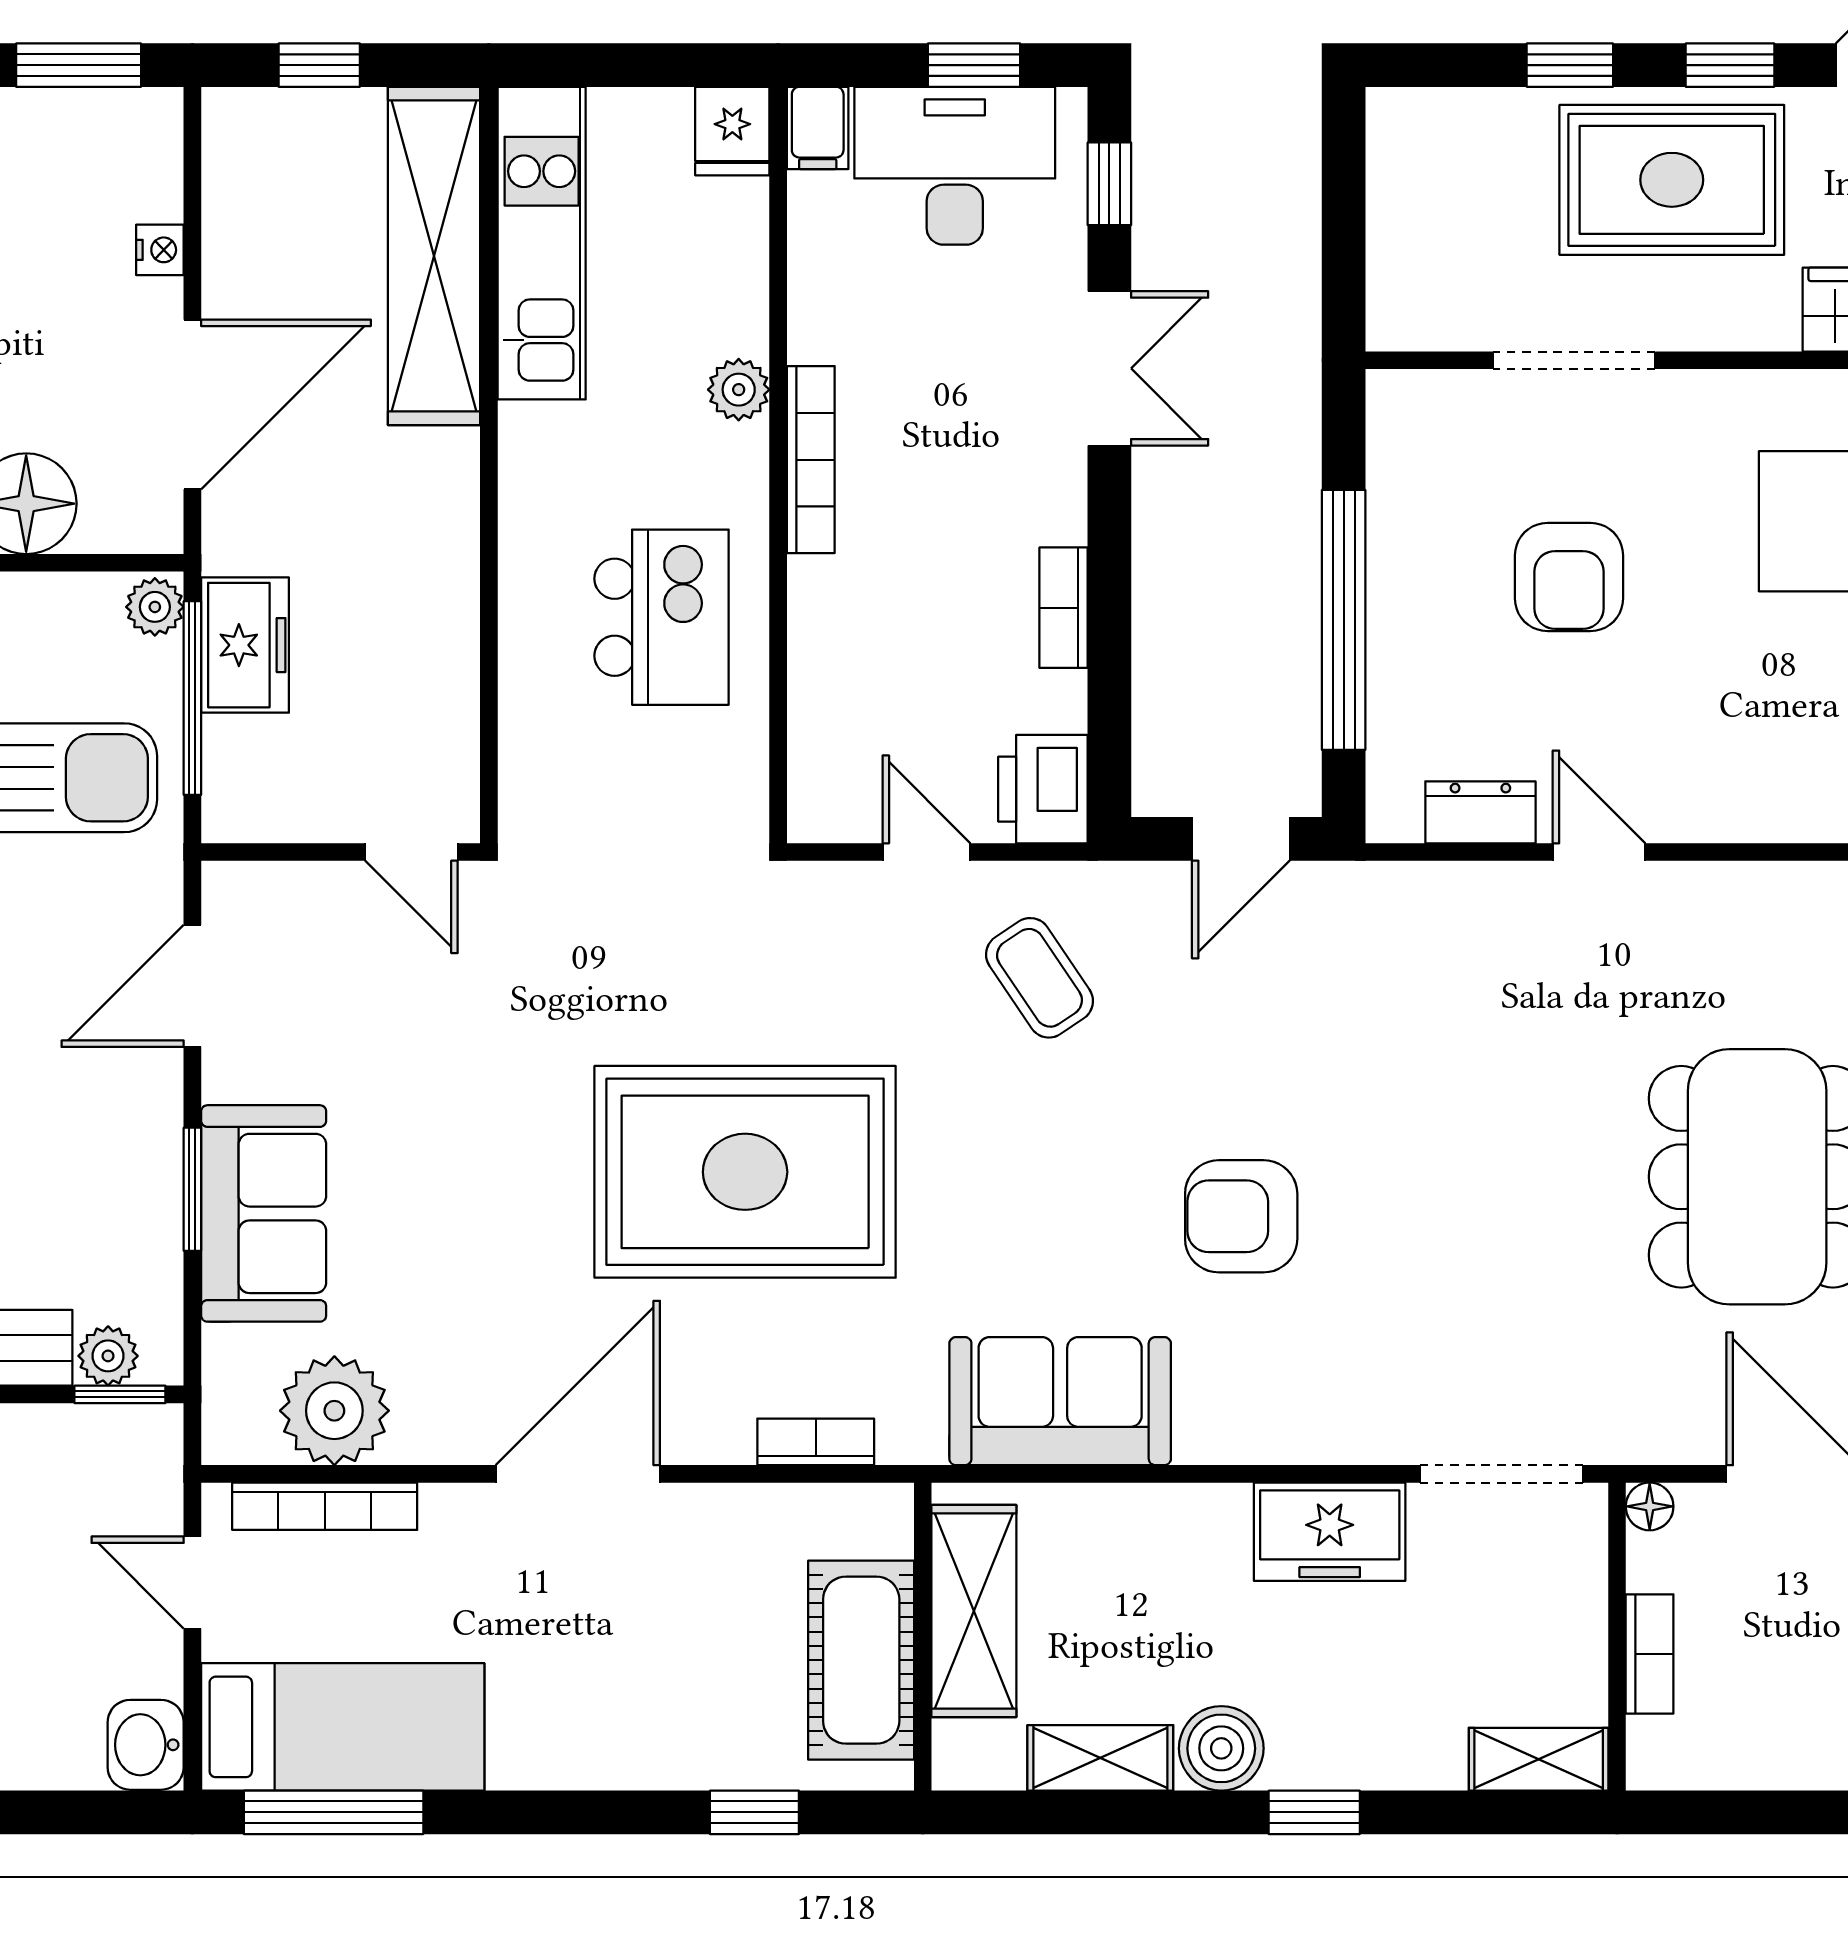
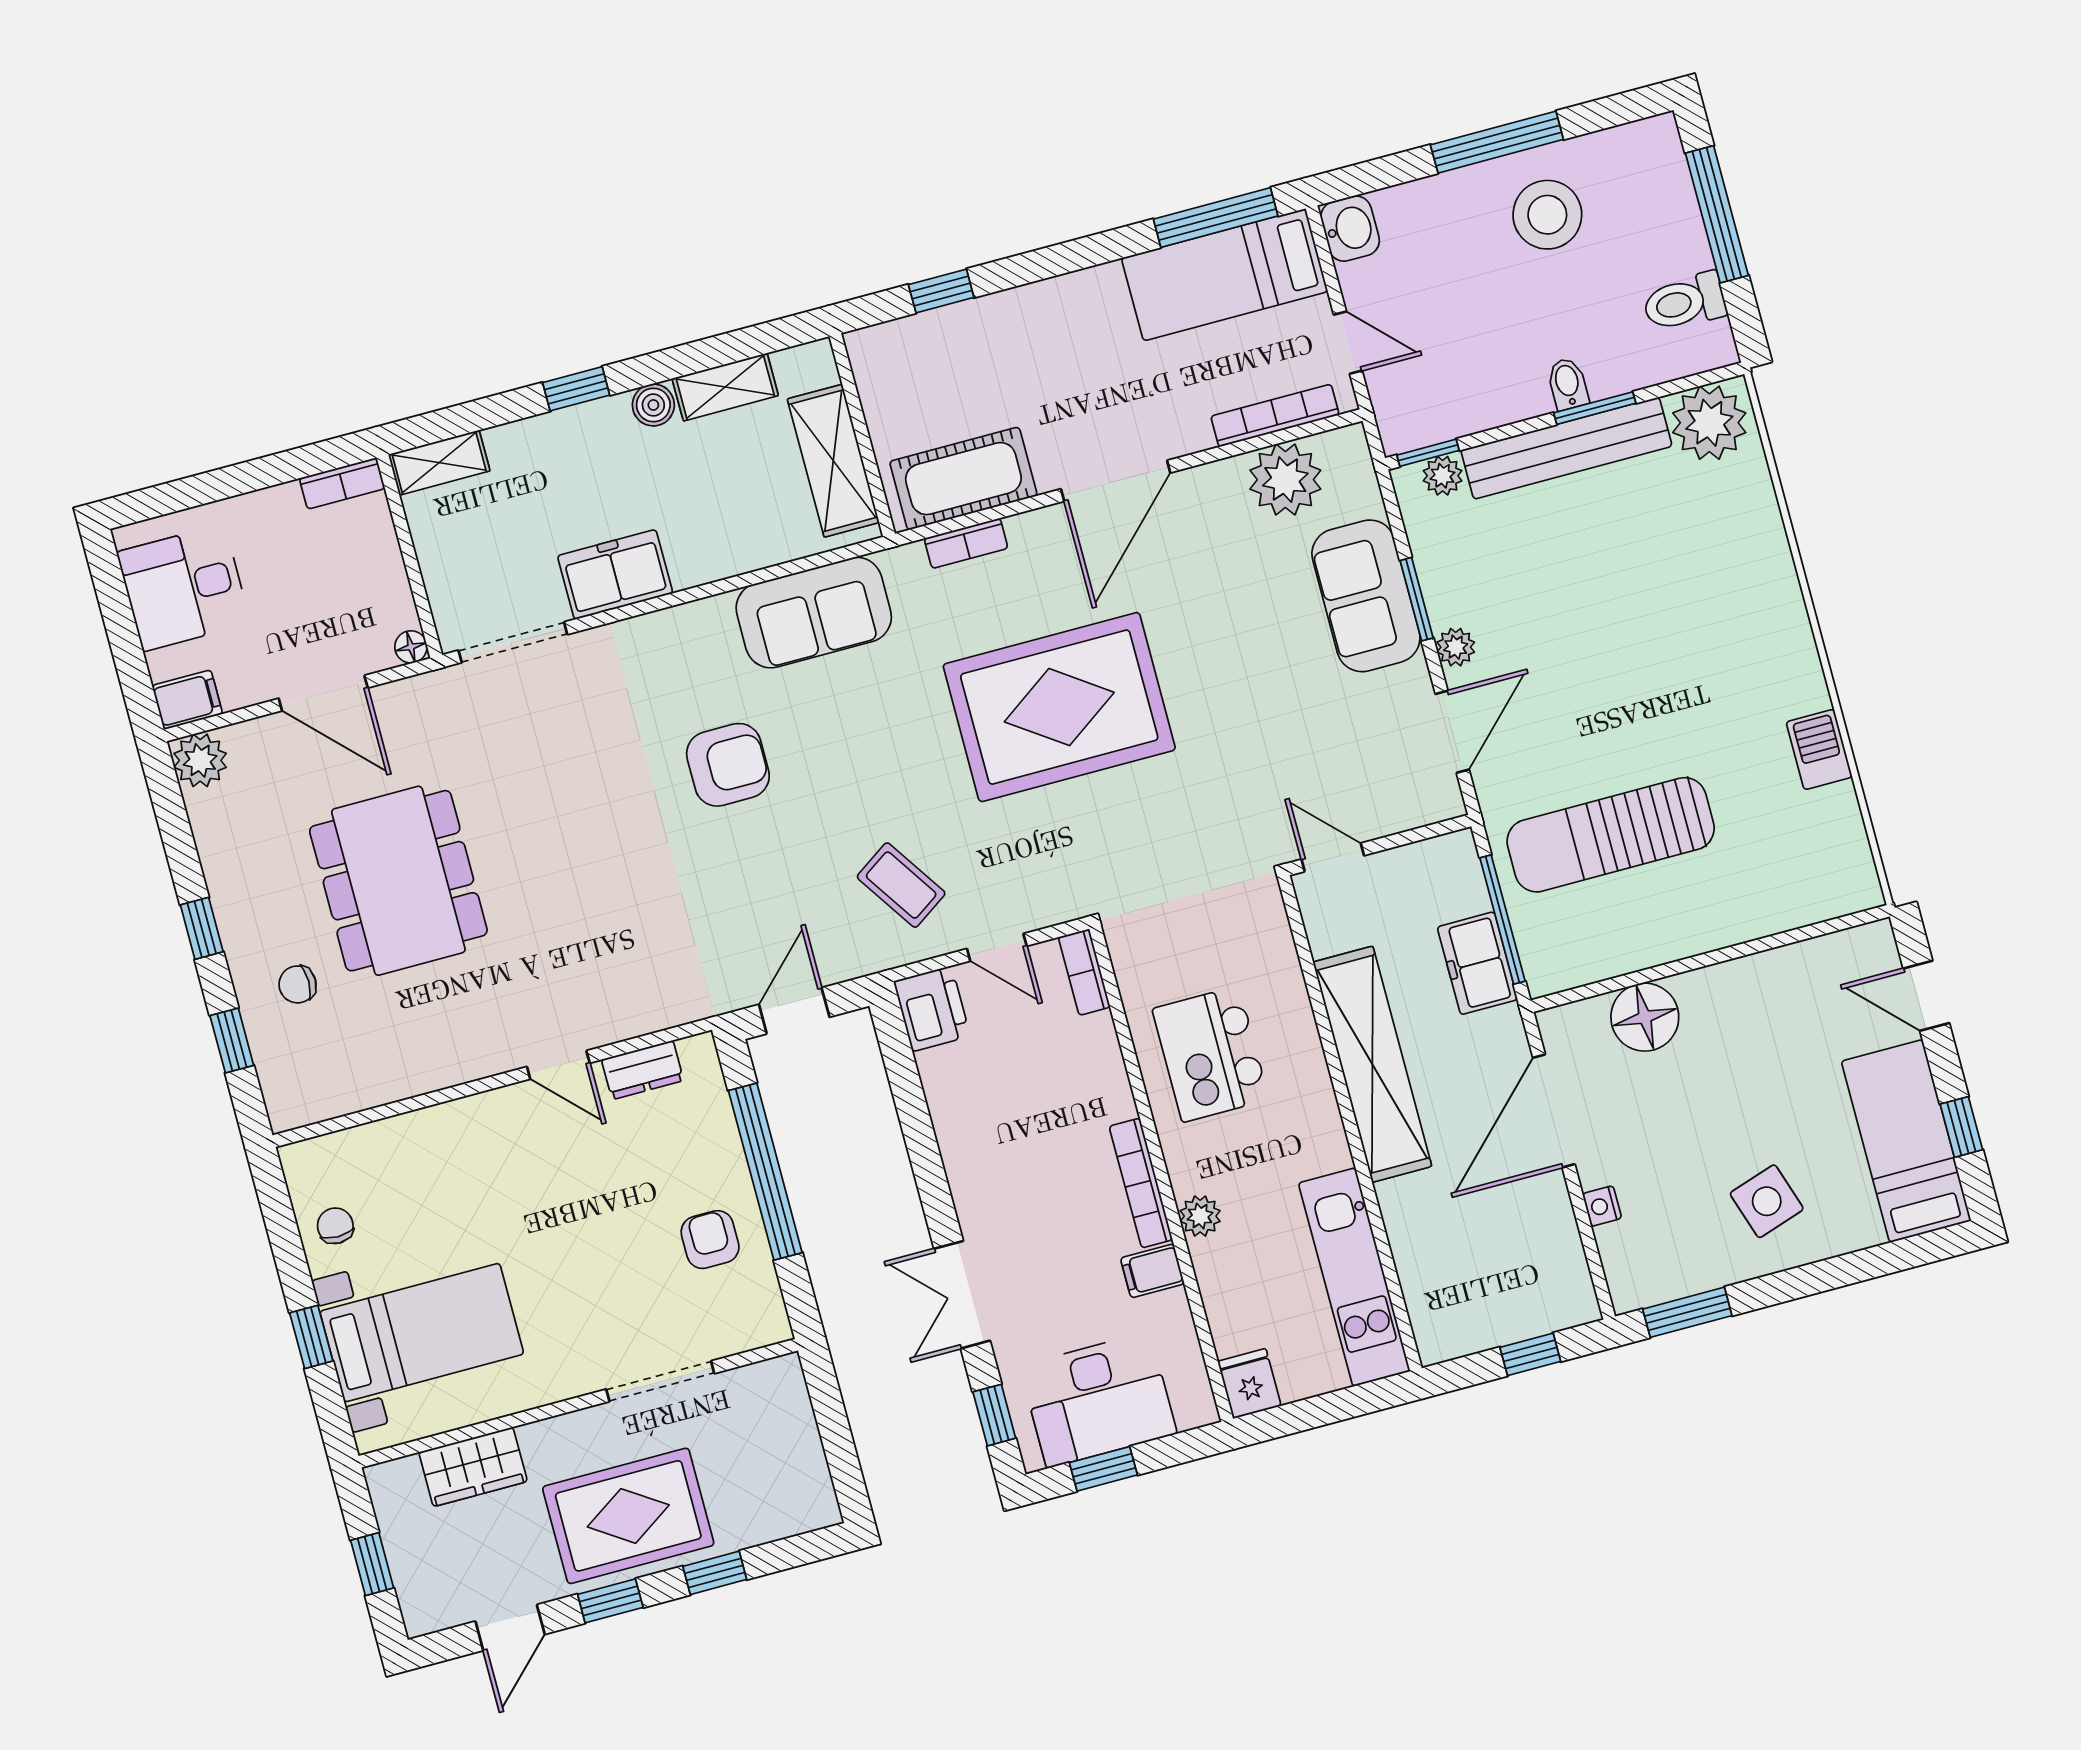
filing cabinet: (818, 128) -> (1152, 1271), moved, turned -90
shelving: (434, 256) -> (1372, 1064), moved
armchair: (1569, 577) -> (710, 1240), moved, width x0.72, depth x0.72
plant: (155, 607) -> (1456, 647), moved
bookcase: (1064, 608) -> (1084, 972), moved, turned 180
bookcase: (1650, 1654) -> (342, 483), moved, turned -90
cot: (861, 1660) -> (963, 479), moved, turned 90
boiler: (1221, 1748) -> (653, 405), width x0.73, depth x0.73

